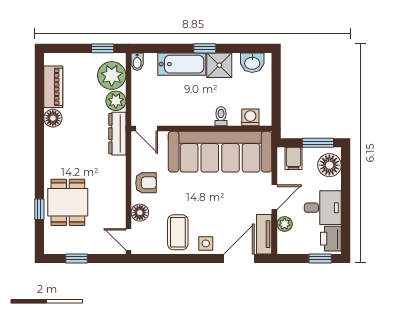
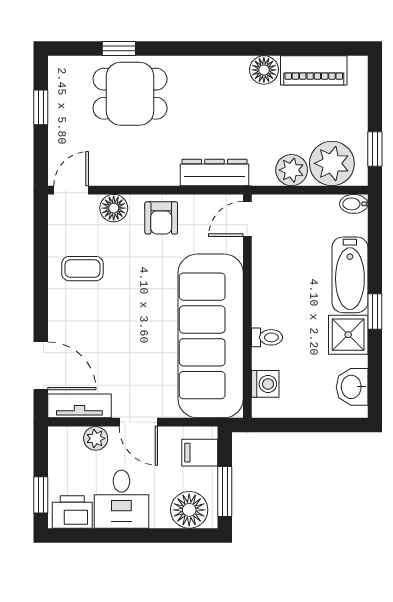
dresser: (117, 134) -> (215, 172), moved
coffee table: (178, 232) -> (82, 269), width x0.73, depth x0.77
side table: (206, 243) -> (65, 313), removed

